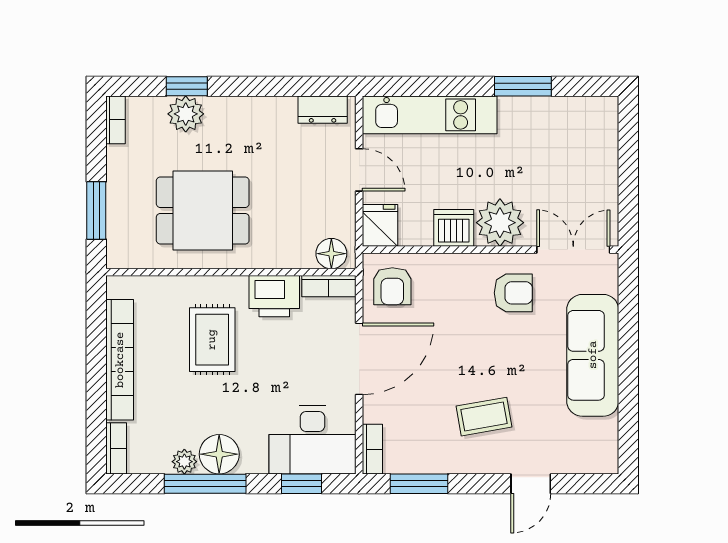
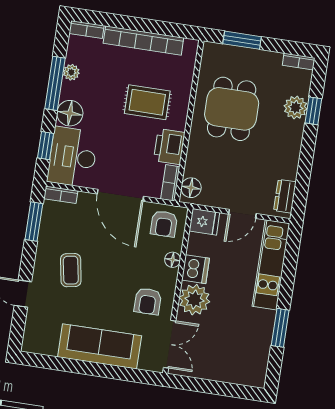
floor lamp: (445, 265) -> (173, 260), added
armchair: (392, 286) -> (164, 224), turned -90
floor lamp: (219, 454) -> (70, 113), moved

